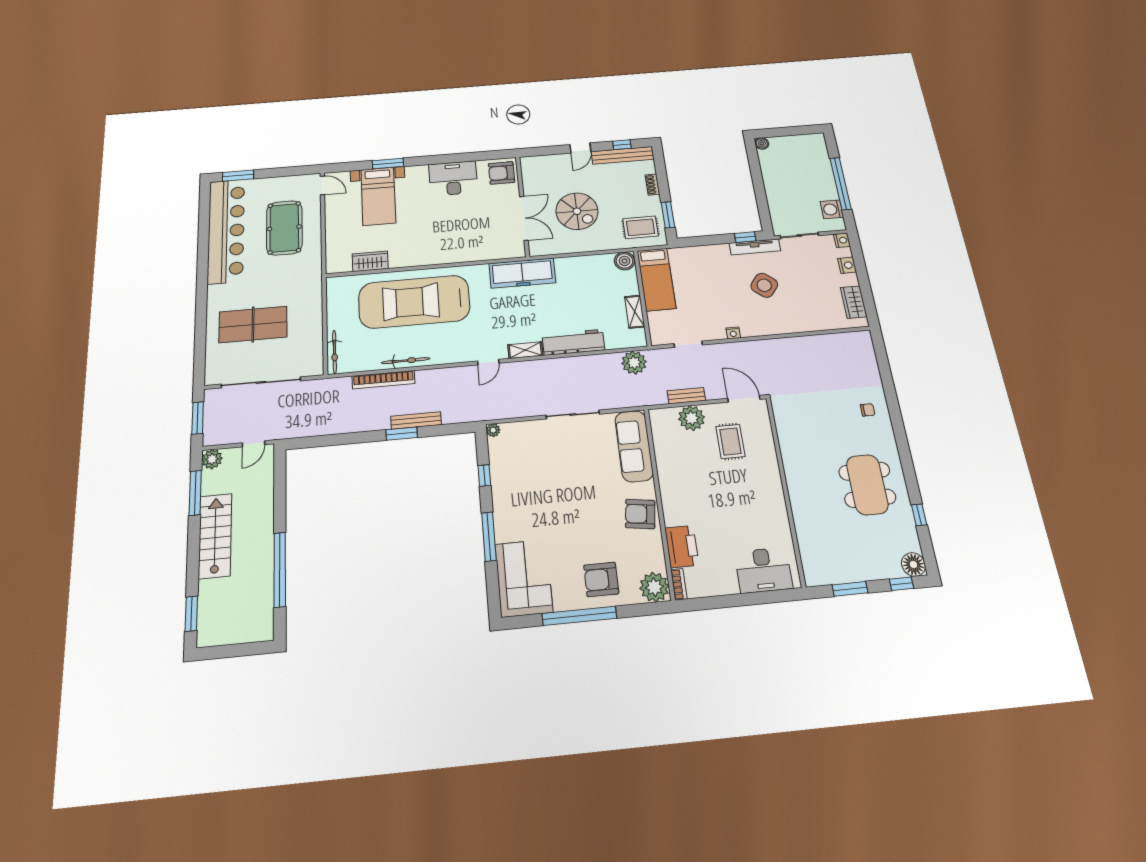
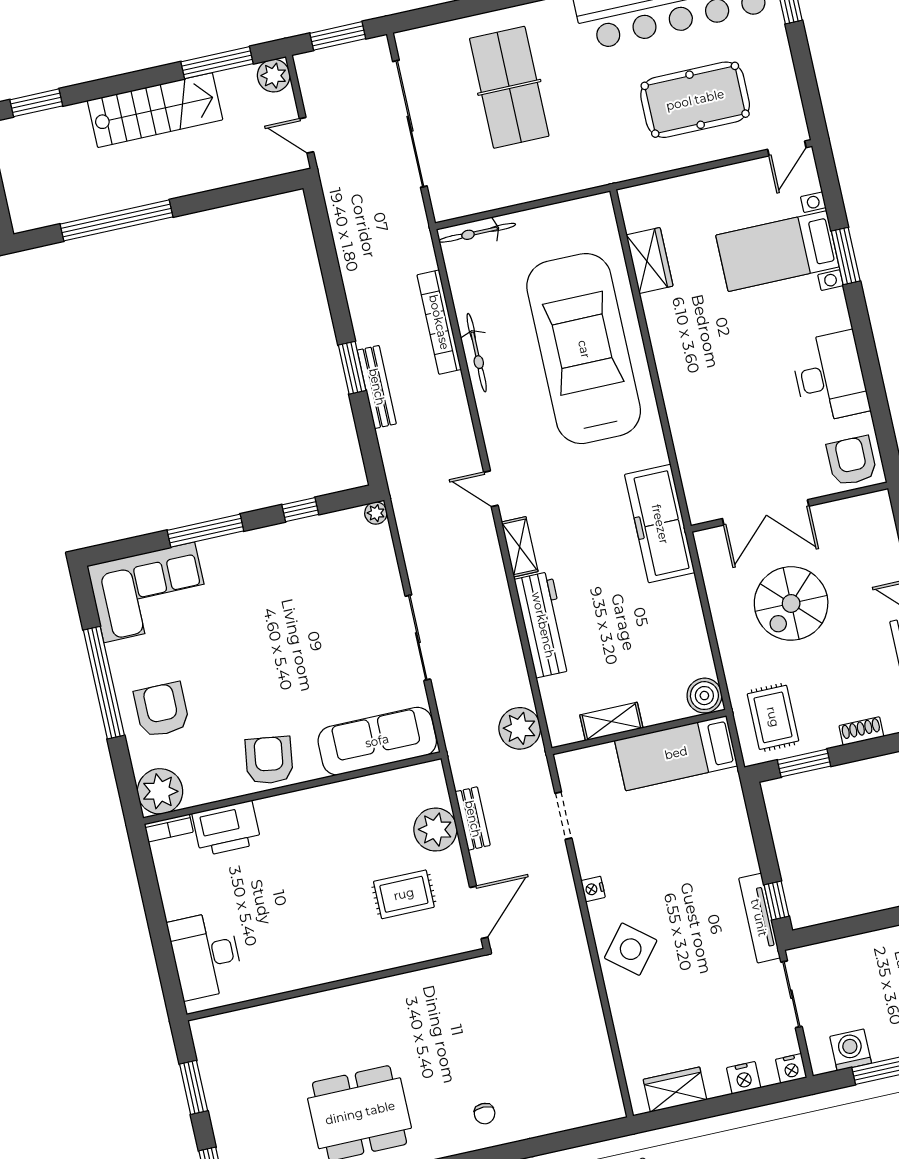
side table: (764, 285) -> (631, 949), moved

